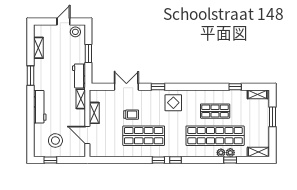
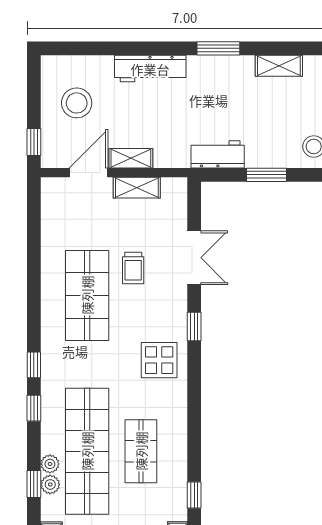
shelving: (81, 99) -> (131, 158), moved
window: (50, 160) -> (34, 142), moved
window: (158, 160) -> (34, 408), moved

